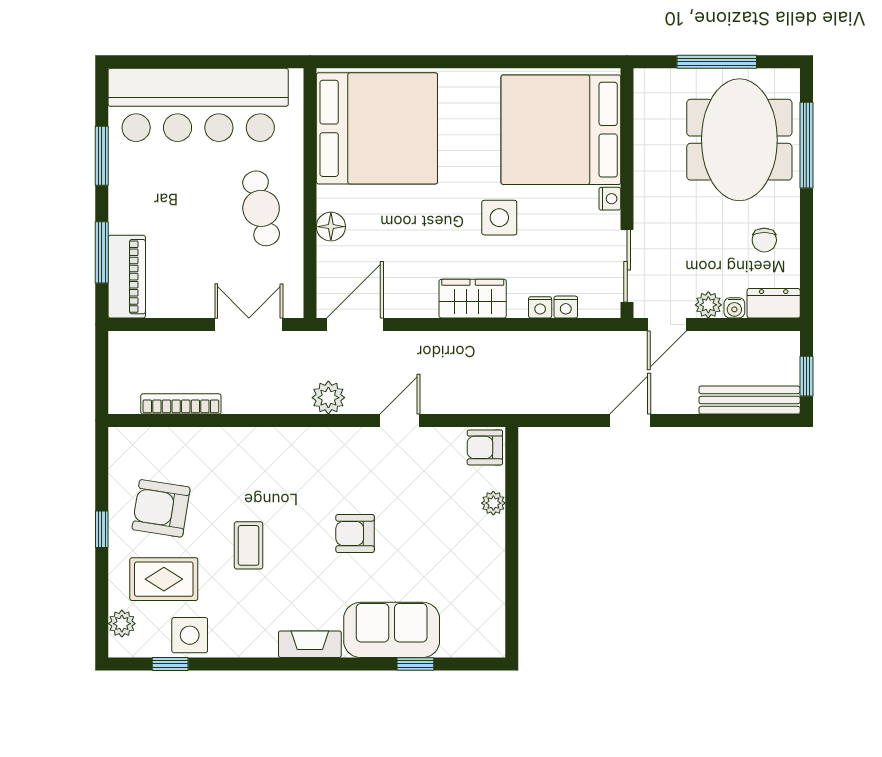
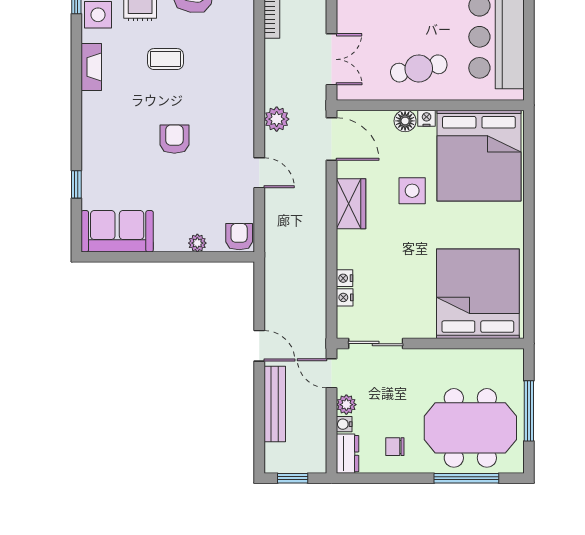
nightstand: (610, 199) -> (427, 118), moved, turned 180
side table: (499, 218) -> (412, 191), moved
wardrobe: (473, 299) -> (351, 204), moved
bench: (750, 400) -> (275, 404), moved
sofa: (392, 630) -> (117, 231), moved, turned -90
fireplace: (310, 644) -> (91, 67), moved

